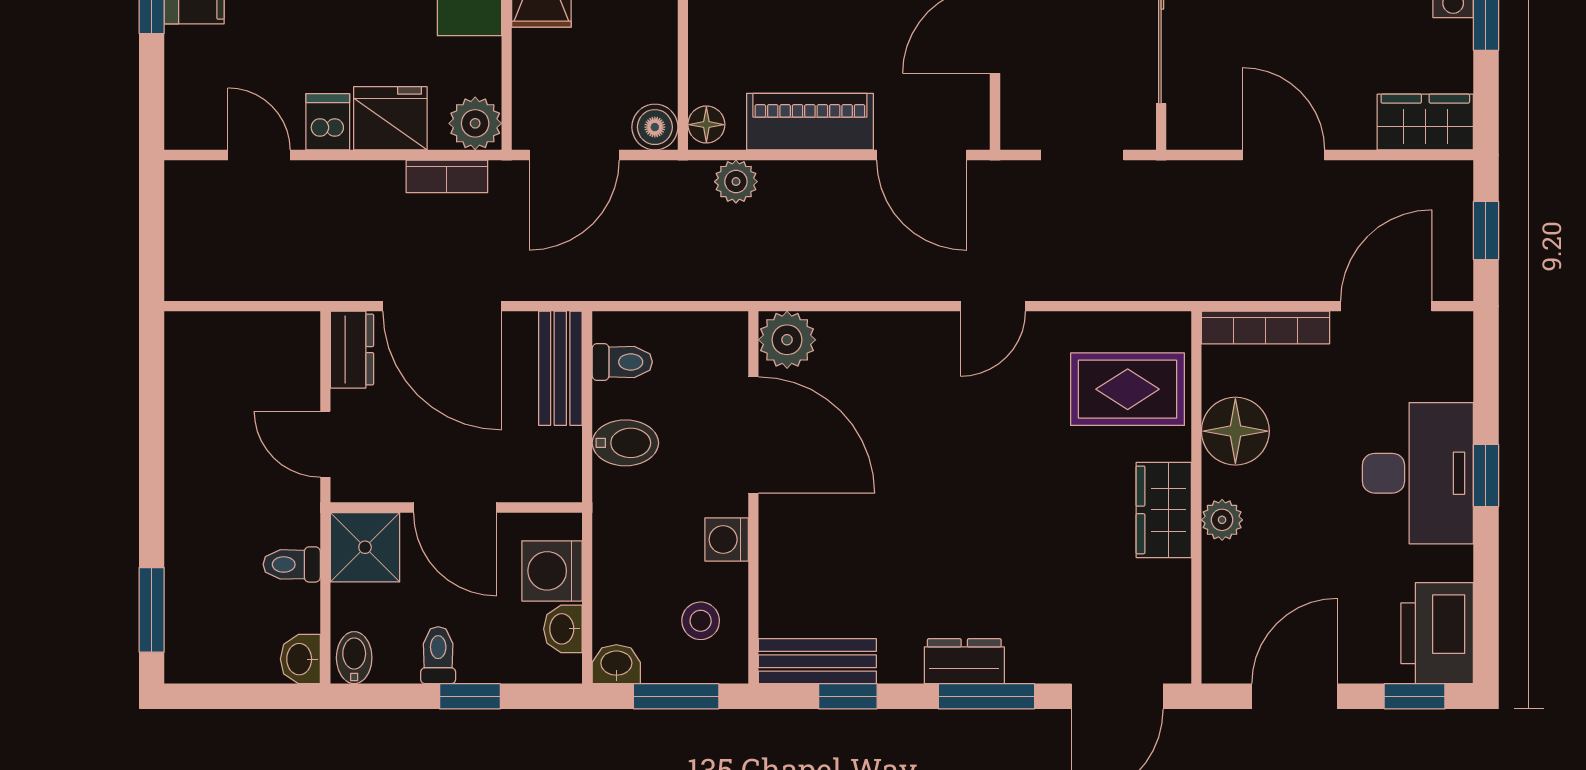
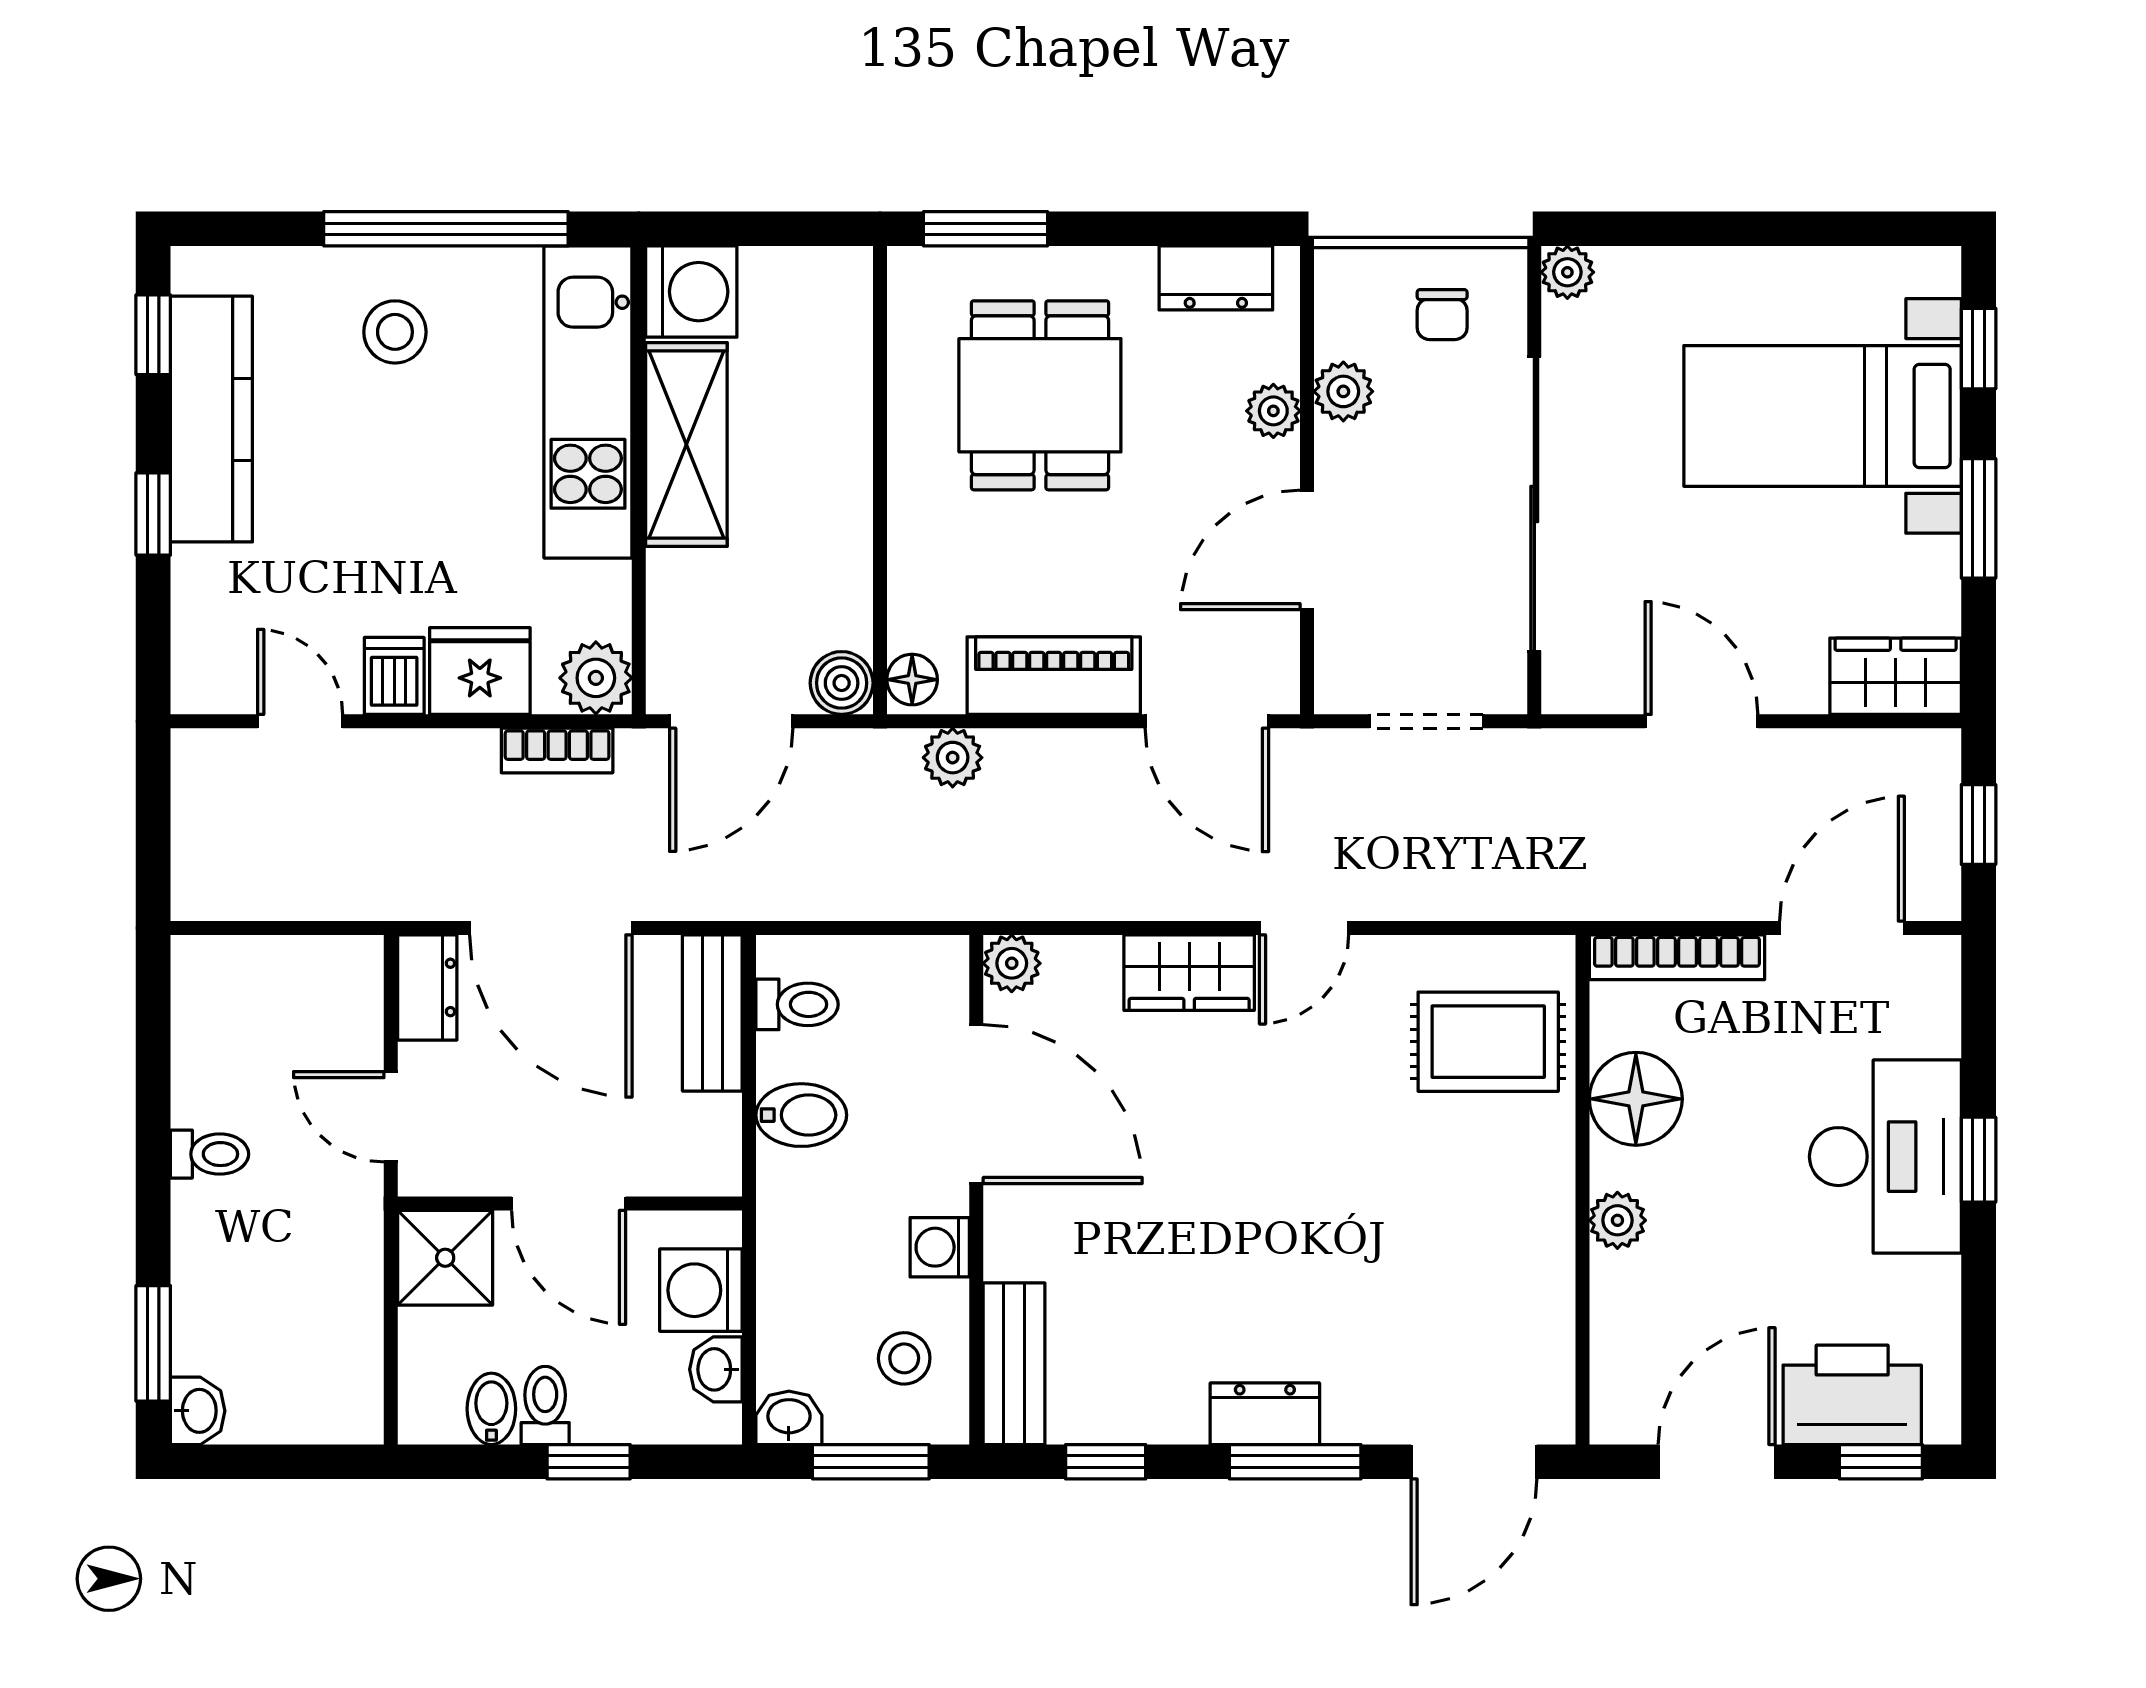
plant: (787, 340) -> (1012, 963), width x0.73, depth x0.73
wardrobe: (1164, 510) -> (1189, 973), moved, turned -90
toilet: (292, 564) -> (210, 1154), moved, turned 180
printer: (1437, 633) -> (1852, 1395), moved, turned 90
bidet: (354, 658) -> (491, 1409), moved
washbasin: (300, 659) -> (198, 1411), moved, turned 180
bench: (817, 661) -> (1014, 1364), moved, turned 90

